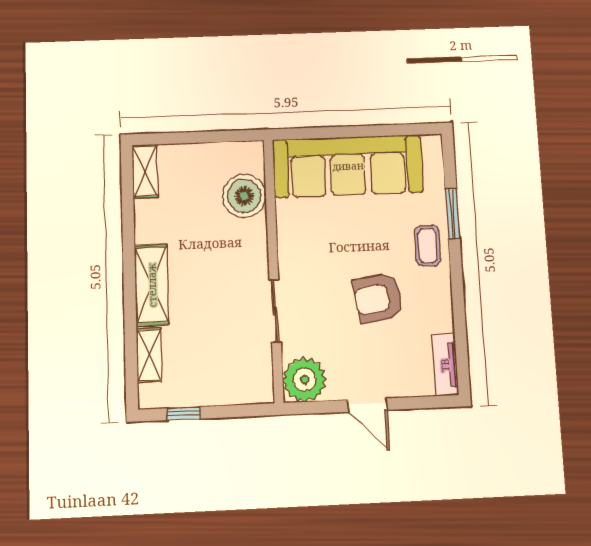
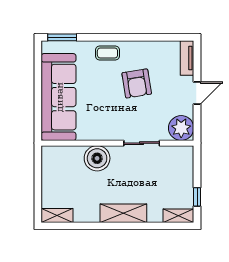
boiler: (244, 196) -> (97, 158), moved
window: (452, 214) -> (62, 37), moved
shelving: (149, 355) -> (178, 216), moved
tv unit: (445, 365) -> (187, 58), moved, turned 90

